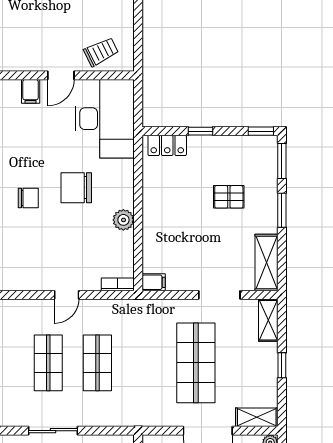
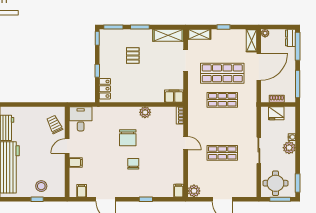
door: (61, 75) -> (67, 146), swing flipped
desk: (105, 119) -> (81, 119), width x0.53, depth x0.77
filing cabinet: (154, 282) -> (174, 96), width x2.00
shop shelf: (97, 363) -> (222, 100), moved

